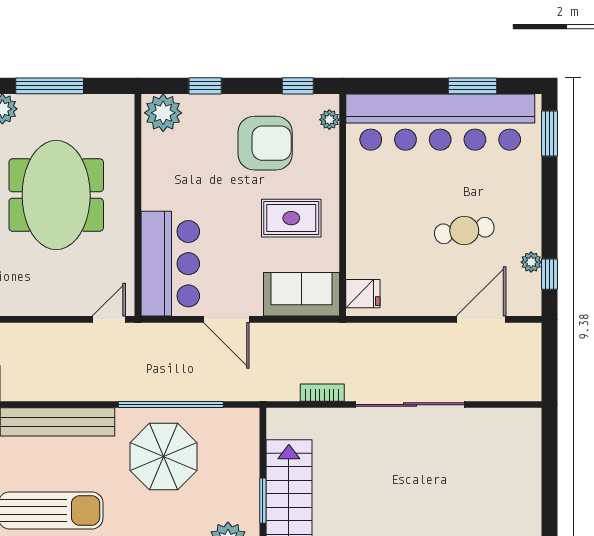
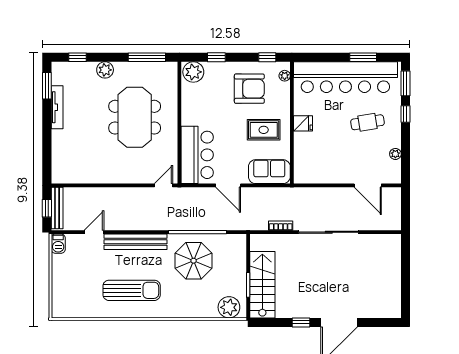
window: (50, 86) -> (147, 57), moved
cafe table: (464, 231) -> (367, 122), moved
window: (550, 274) -> (405, 114), moved
fridge: (363, 294) -> (303, 123), moved
door: (481, 319) -> (368, 185), swing flipped

